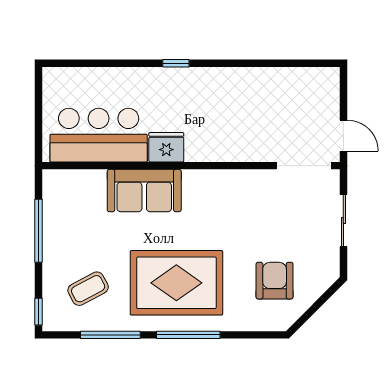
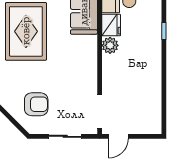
plant: (199, 149) -> (110, 45), added
armchair: (275, 281) -> (36, 104), moved

